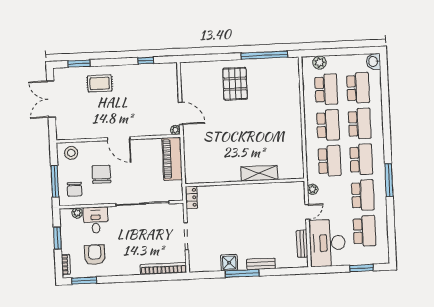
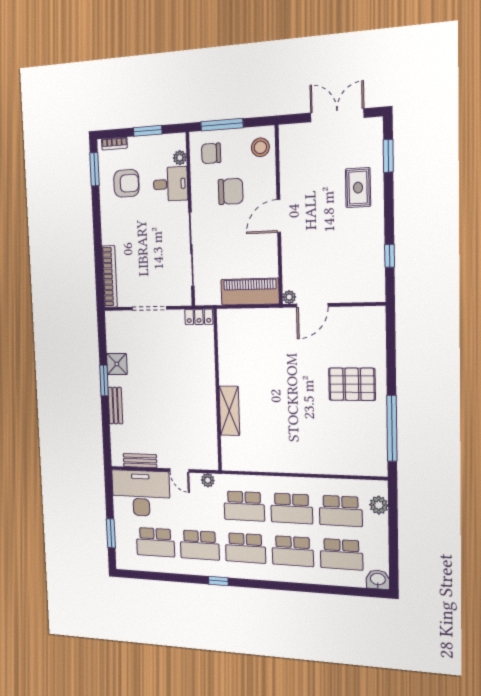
window: (389, 180) -> (218, 581), width x0.46
window: (242, 273) -> (104, 380), width x0.69

